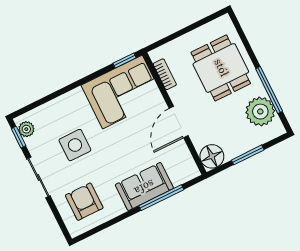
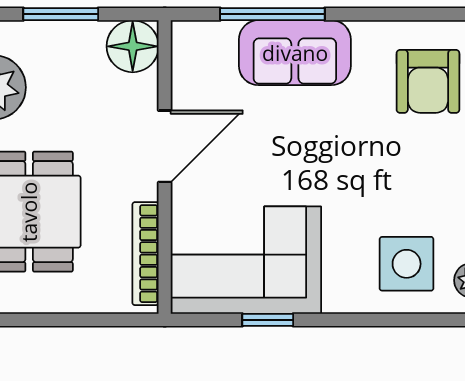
window: (125, 60) -> (268, 320), moved
bookcase: (165, 74) -> (145, 254), width x1.56
side table: (75, 145) -> (407, 264), moved

